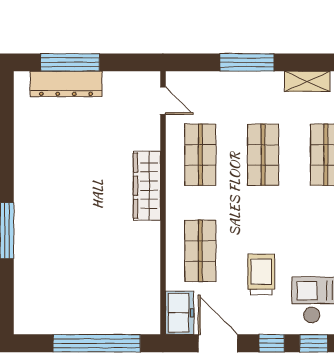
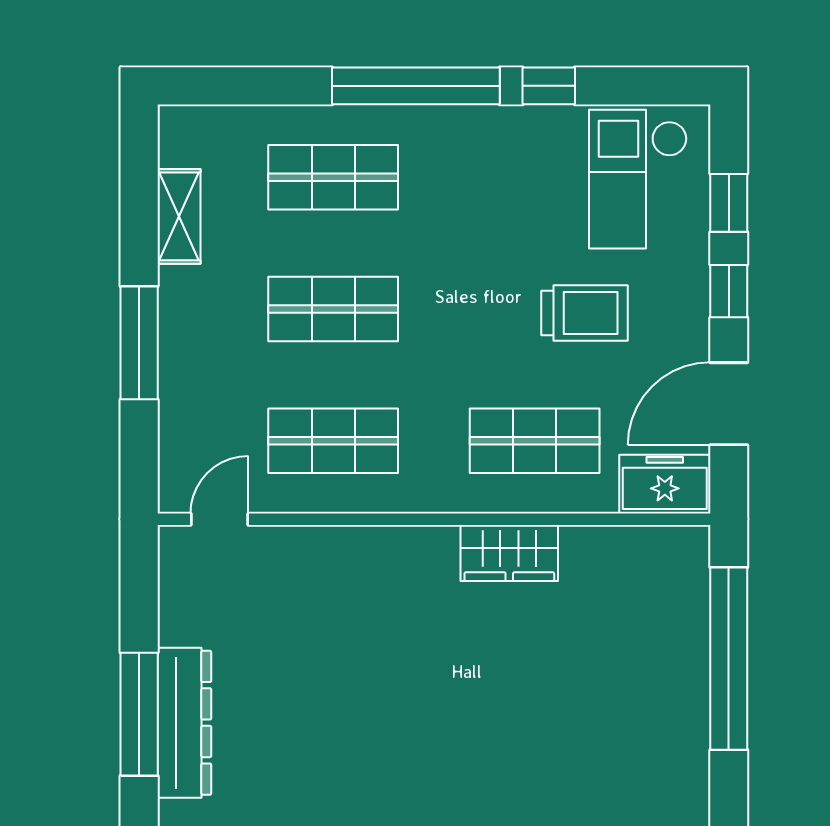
wardrobe: (147, 186) -> (509, 553), moved, width x0.67
trolley: (261, 275) -> (585, 313), turned 180

